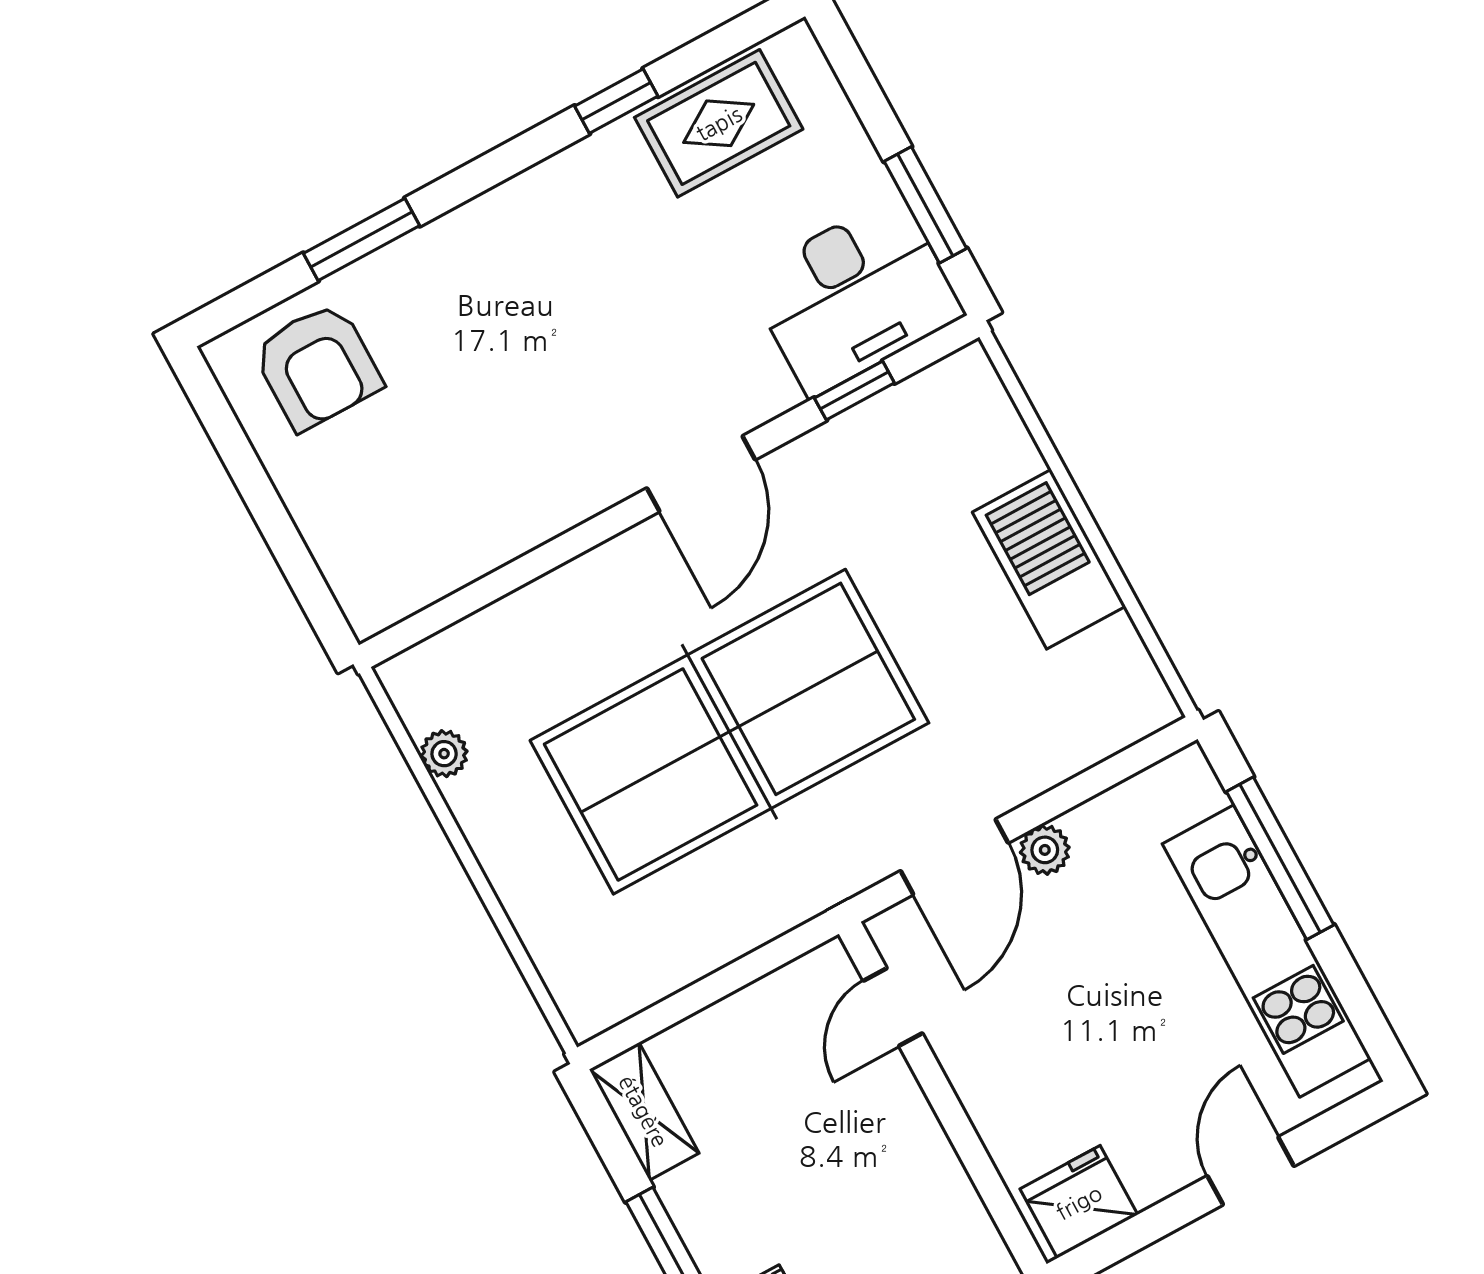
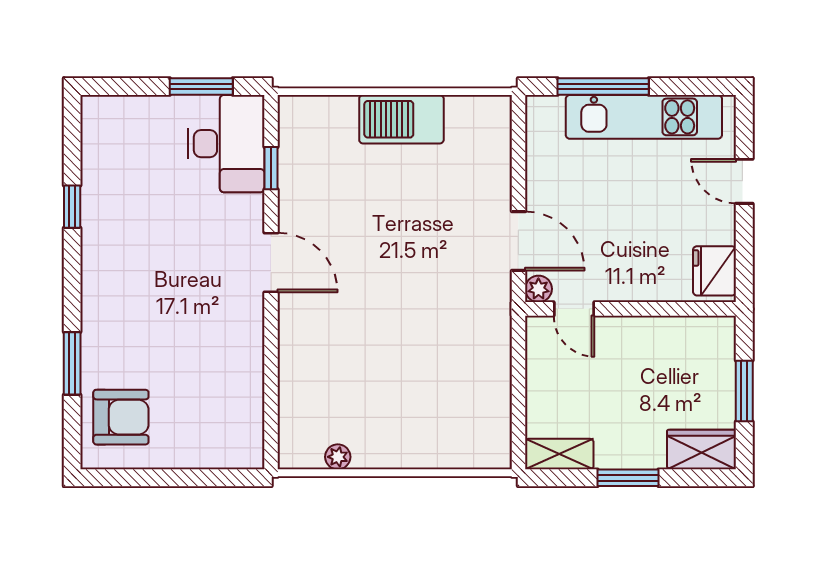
rug: (719, 123) -> (109, 164), removed
table tennis table: (729, 732) -> (401, 316), removed
plant: (1045, 850) -> (538, 289), moved

